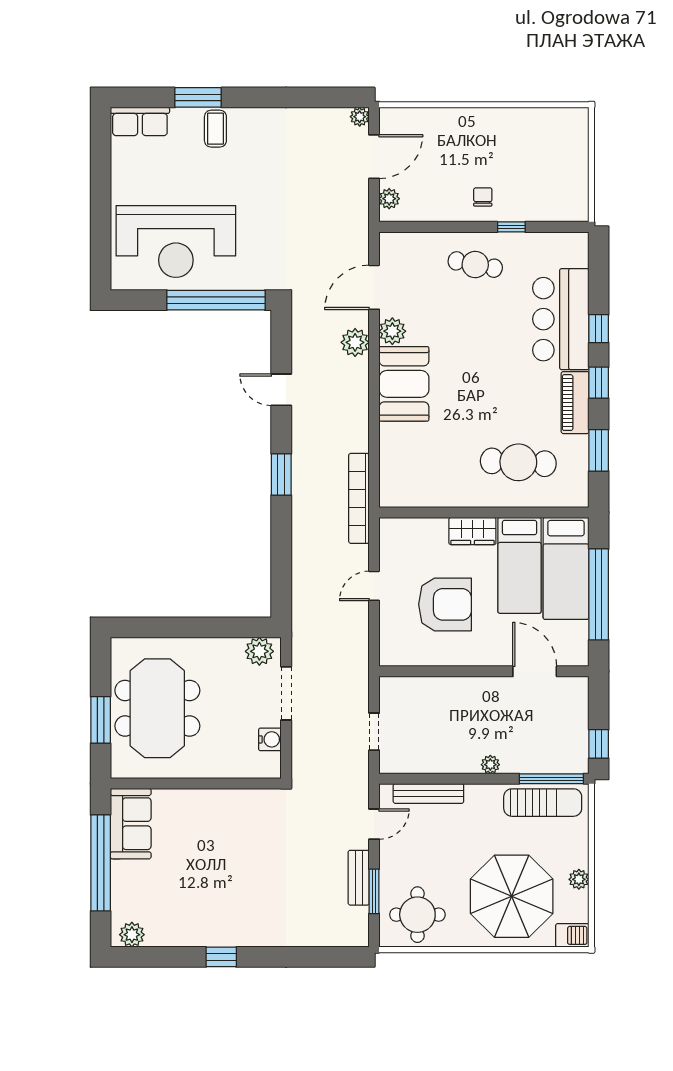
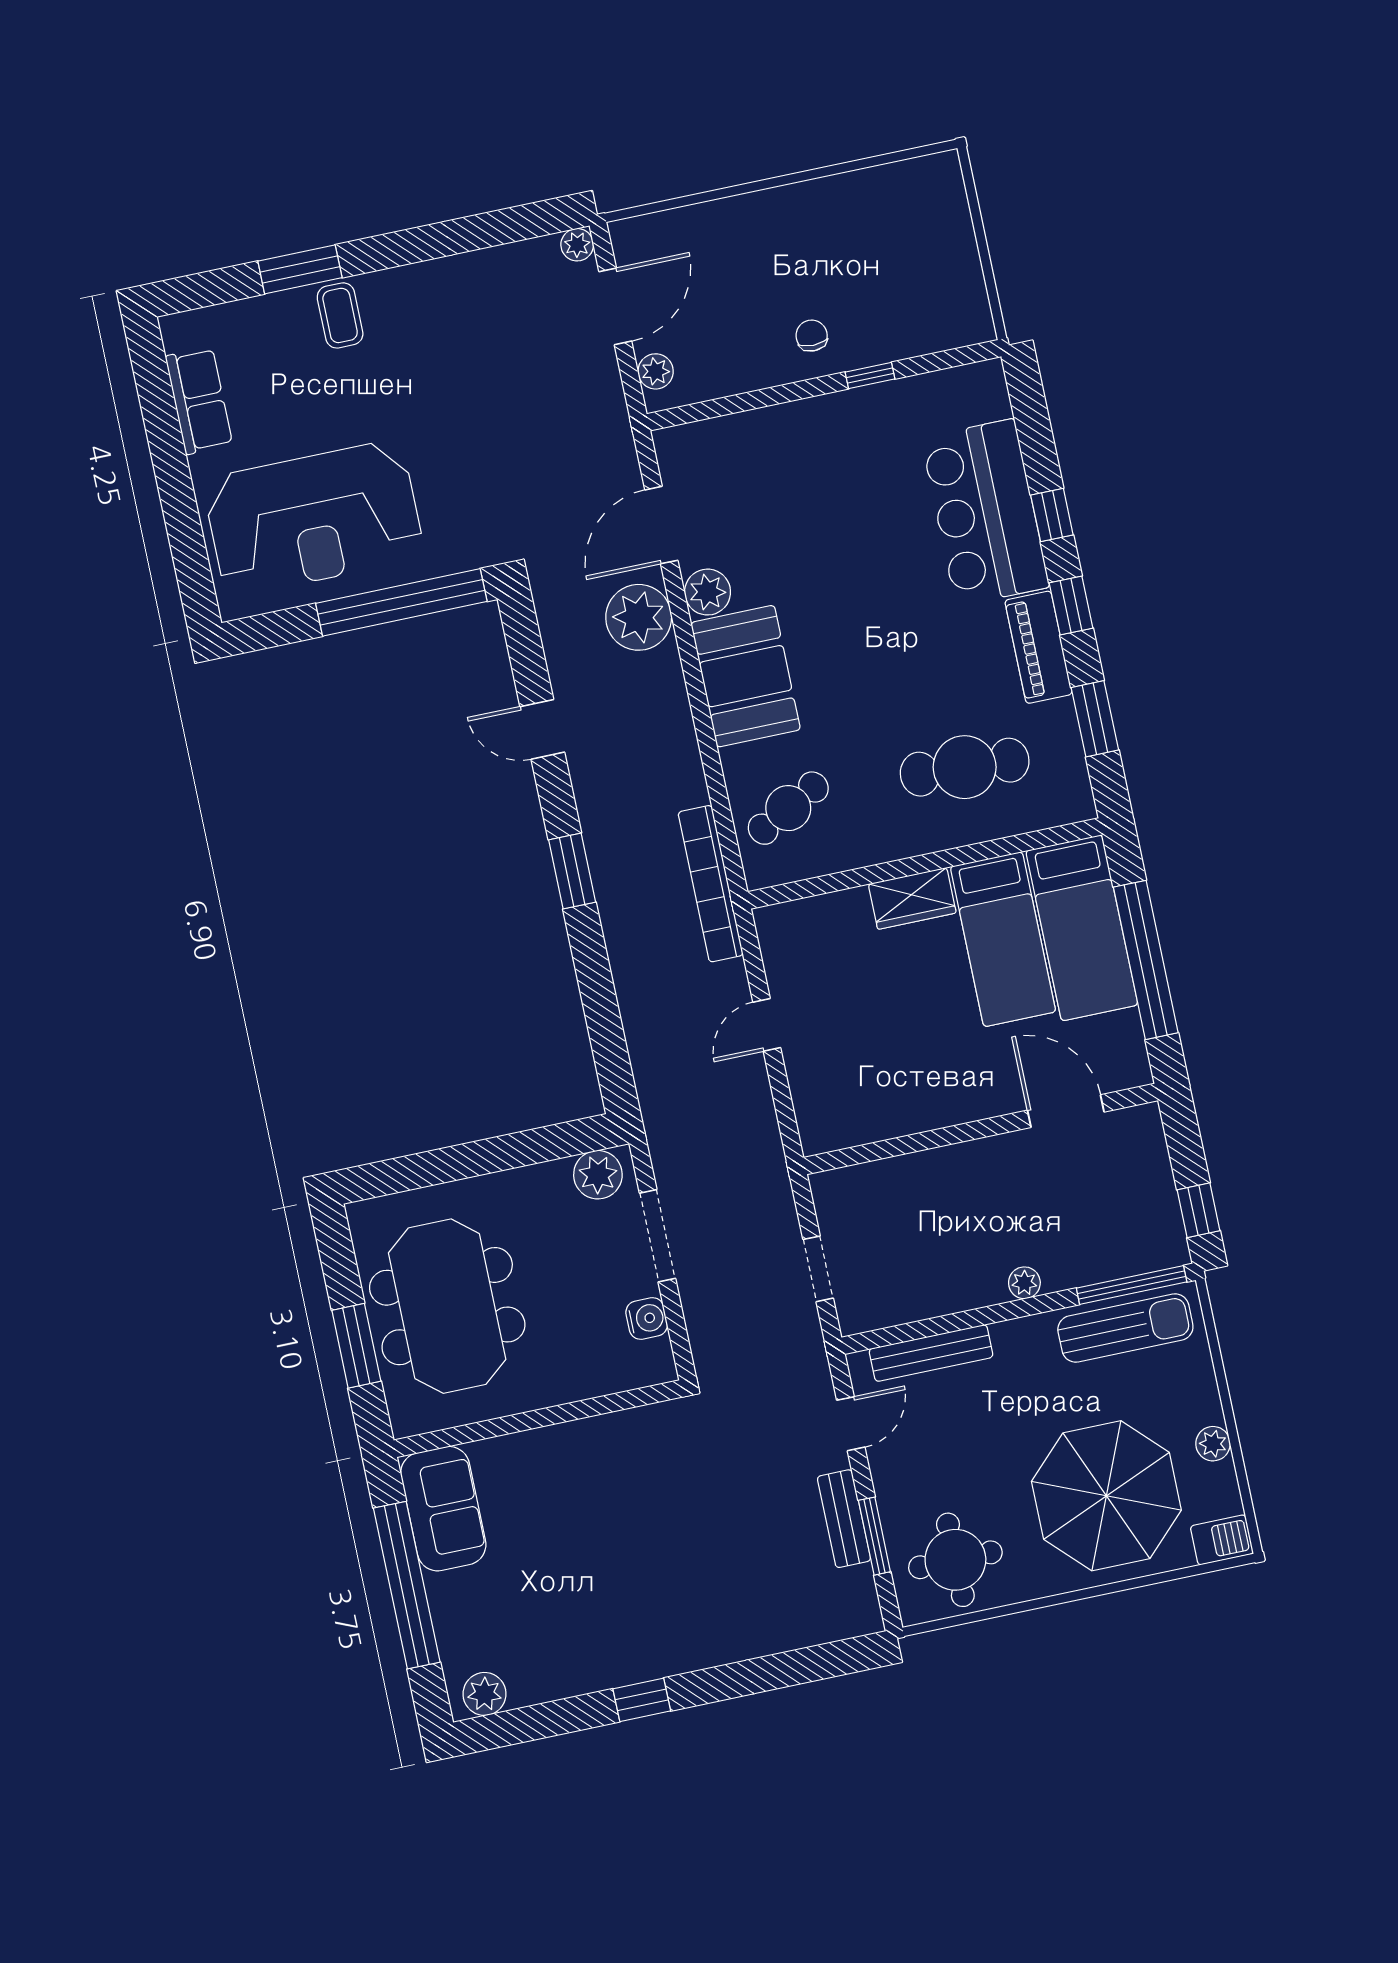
row of seats: (140, 121) -> (199, 401), moved, turned -90
cafe table: (475, 265) -> (788, 808), moved, turned -39
plant: (355, 342) -> (639, 617), width x1.36, depth x1.36
armchair: (445, 604) -> (892, 1031), removed

